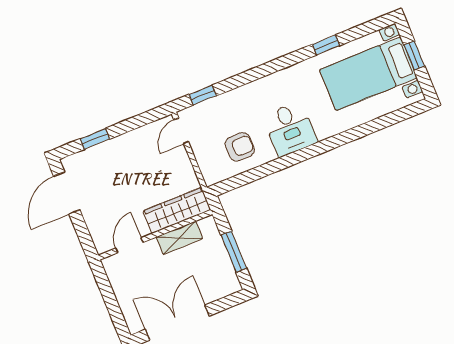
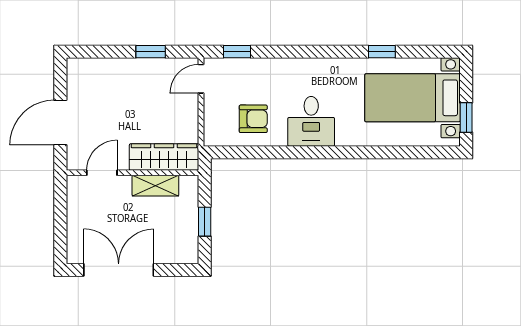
window: (414, 55) -> (466, 117), moved
window: (95, 139) -> (151, 52), moved
door: (67, 193) -> (60, 123), moved
window: (234, 252) -> (205, 222), width x0.67

